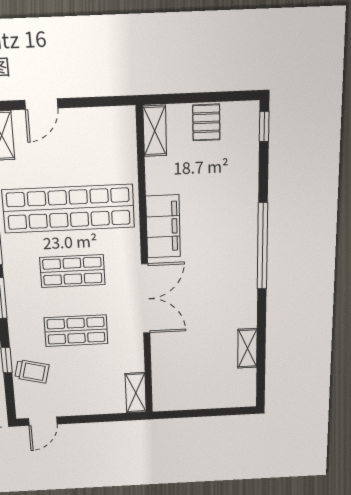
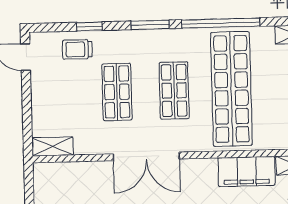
filing cabinet: (163, 226) -> (247, 171), moved
trolley: (32, 371) -> (77, 49), turned 76

